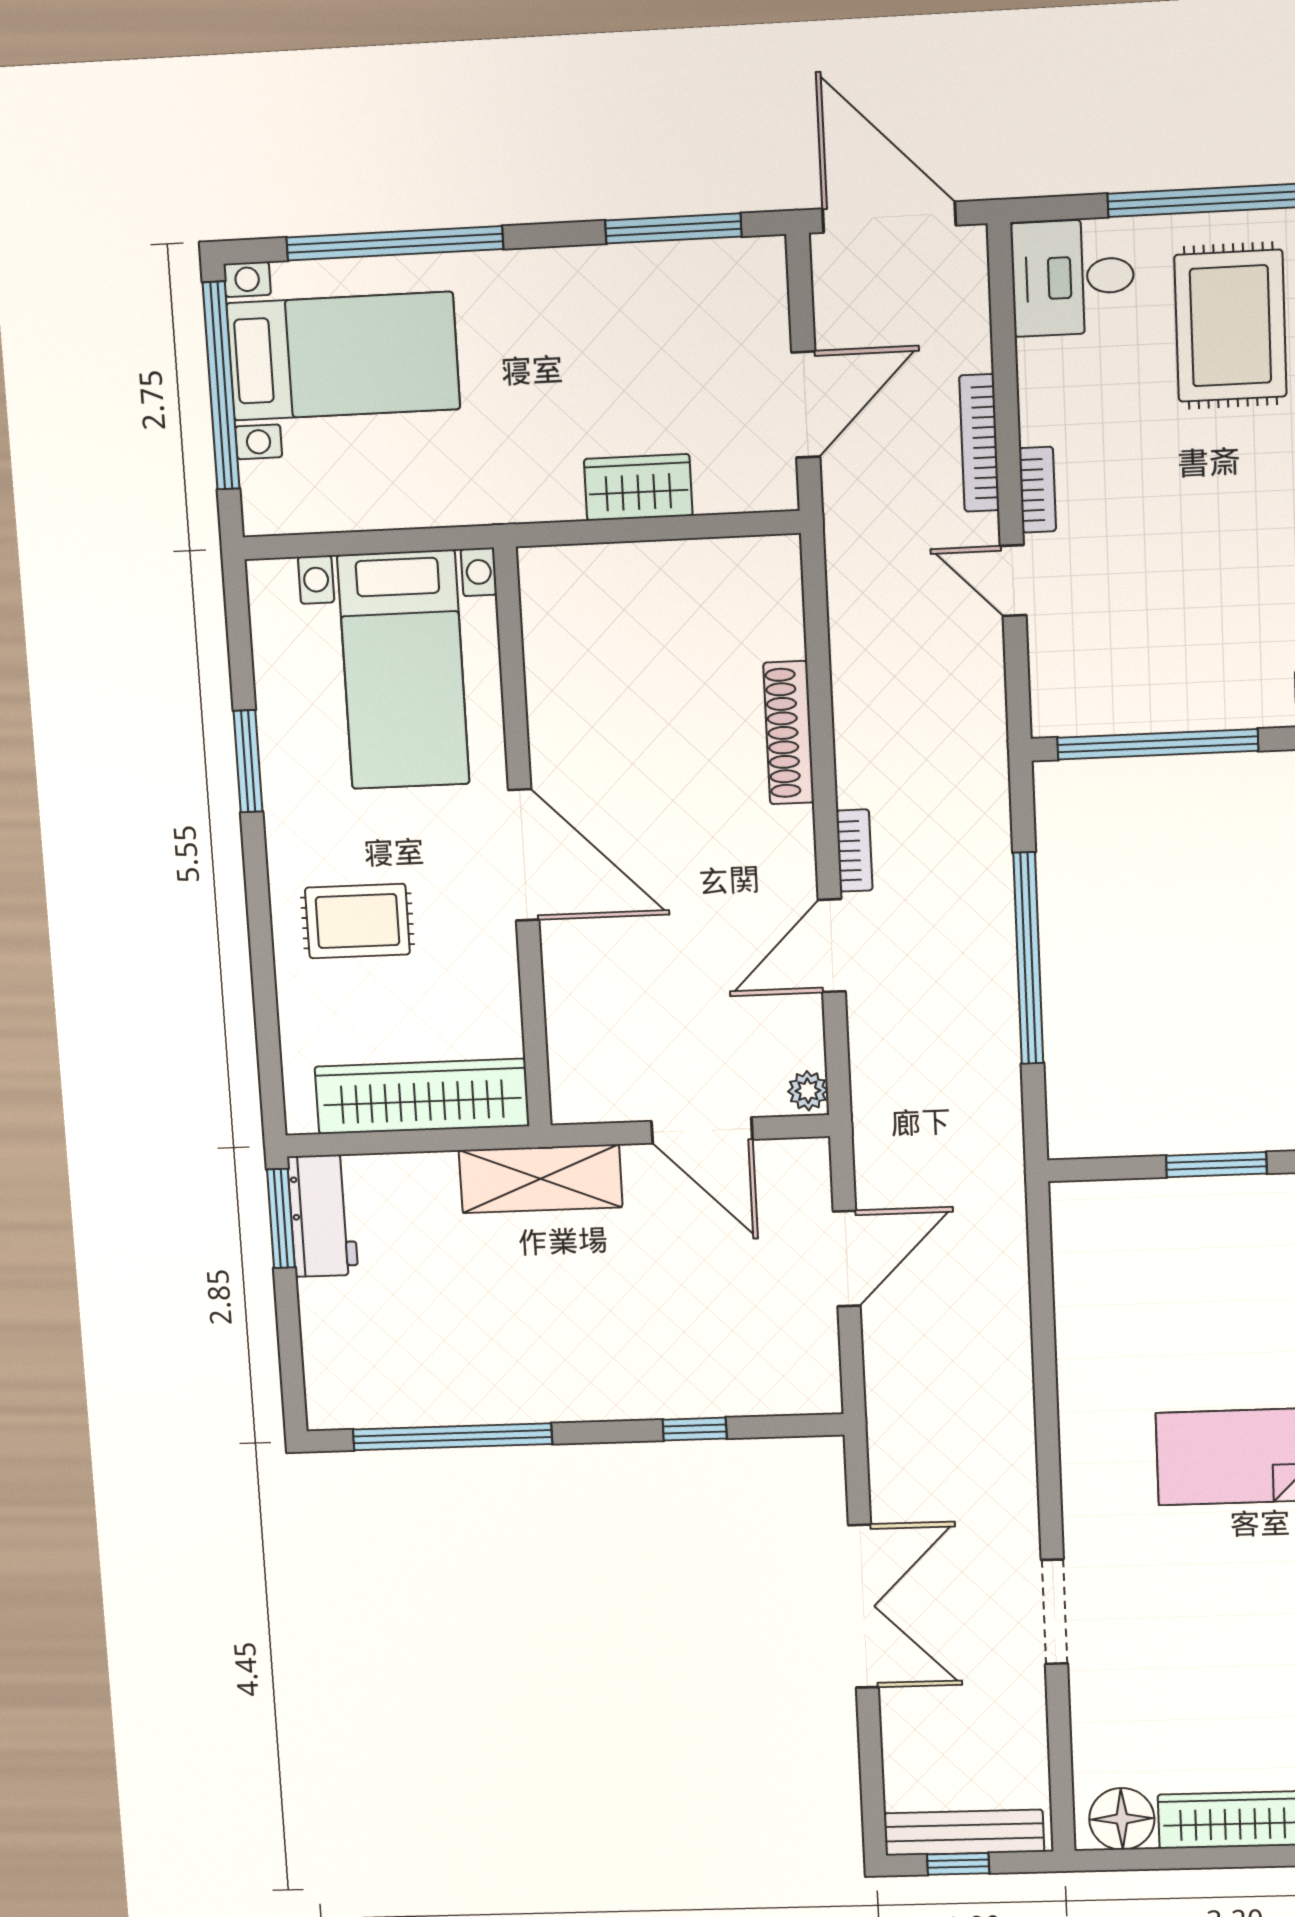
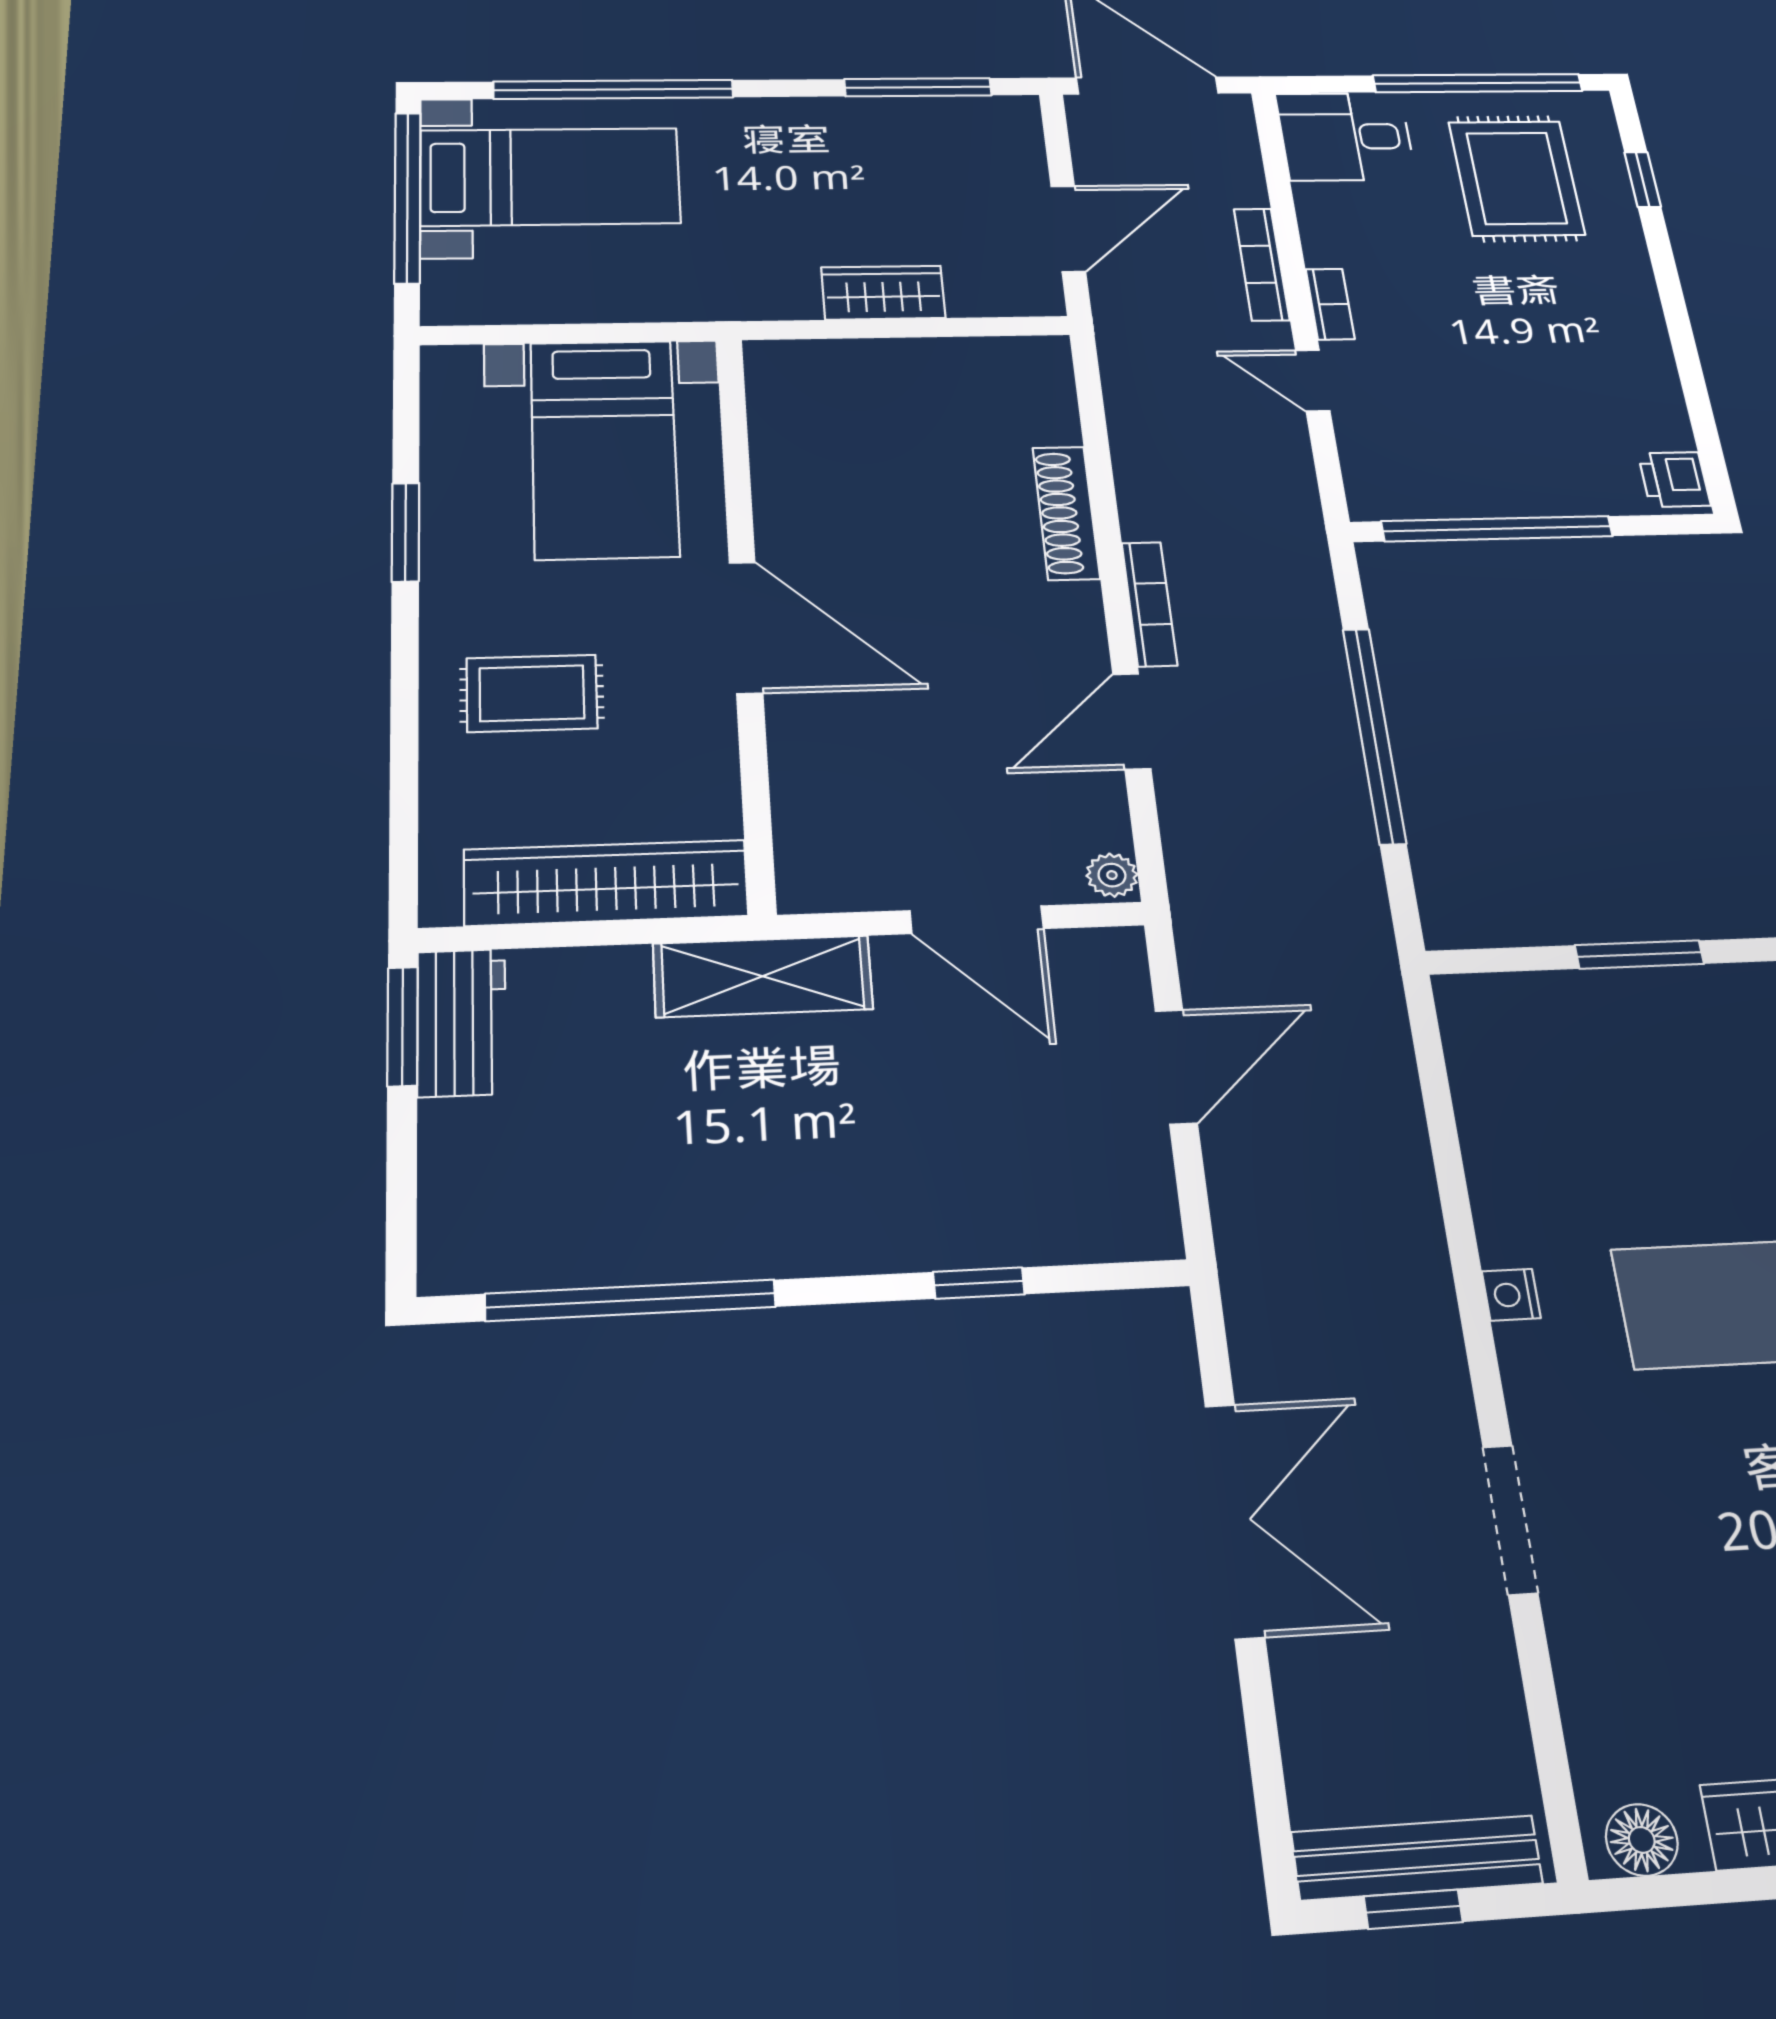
bookcase: (854, 851) -> (1149, 604), width x1.56
nightstand: (1077, 1446) -> (1511, 1295), added
floor lamp: (1122, 1819) -> (1642, 1840), width x0.73, depth x0.73

